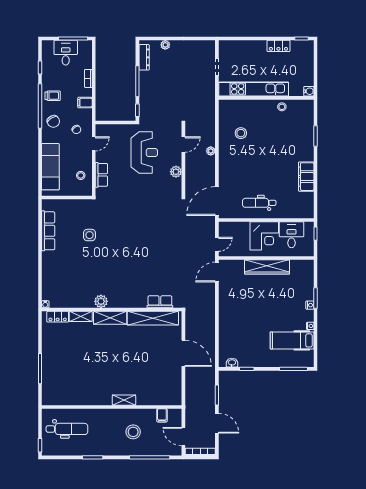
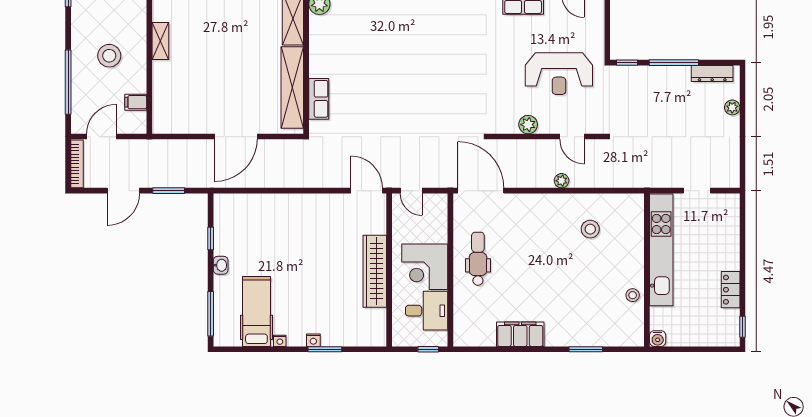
washbasin: (232, 363) -> (221, 265), moved

